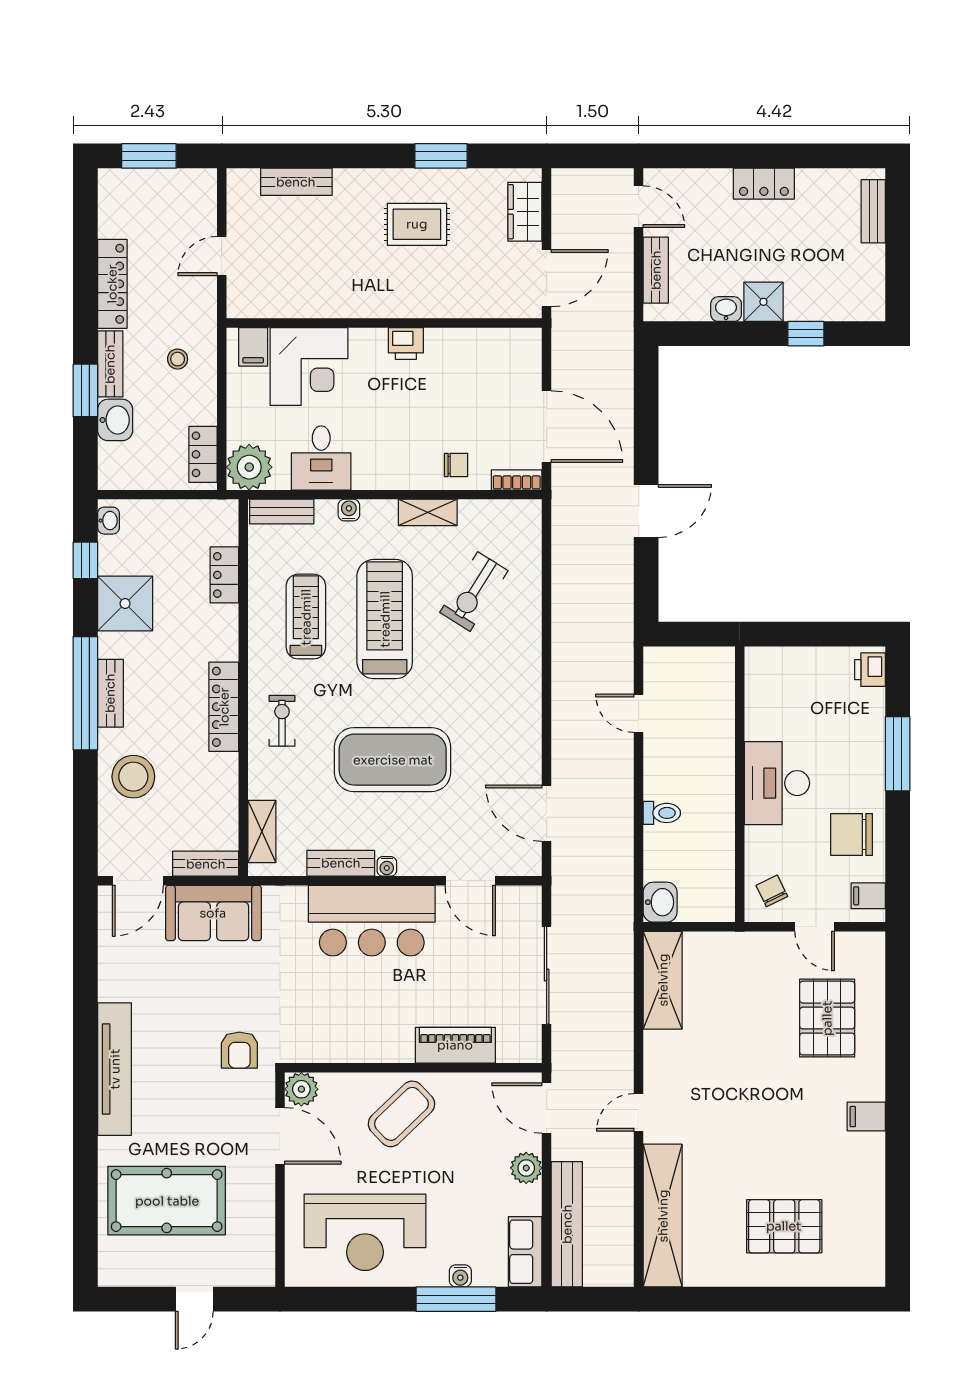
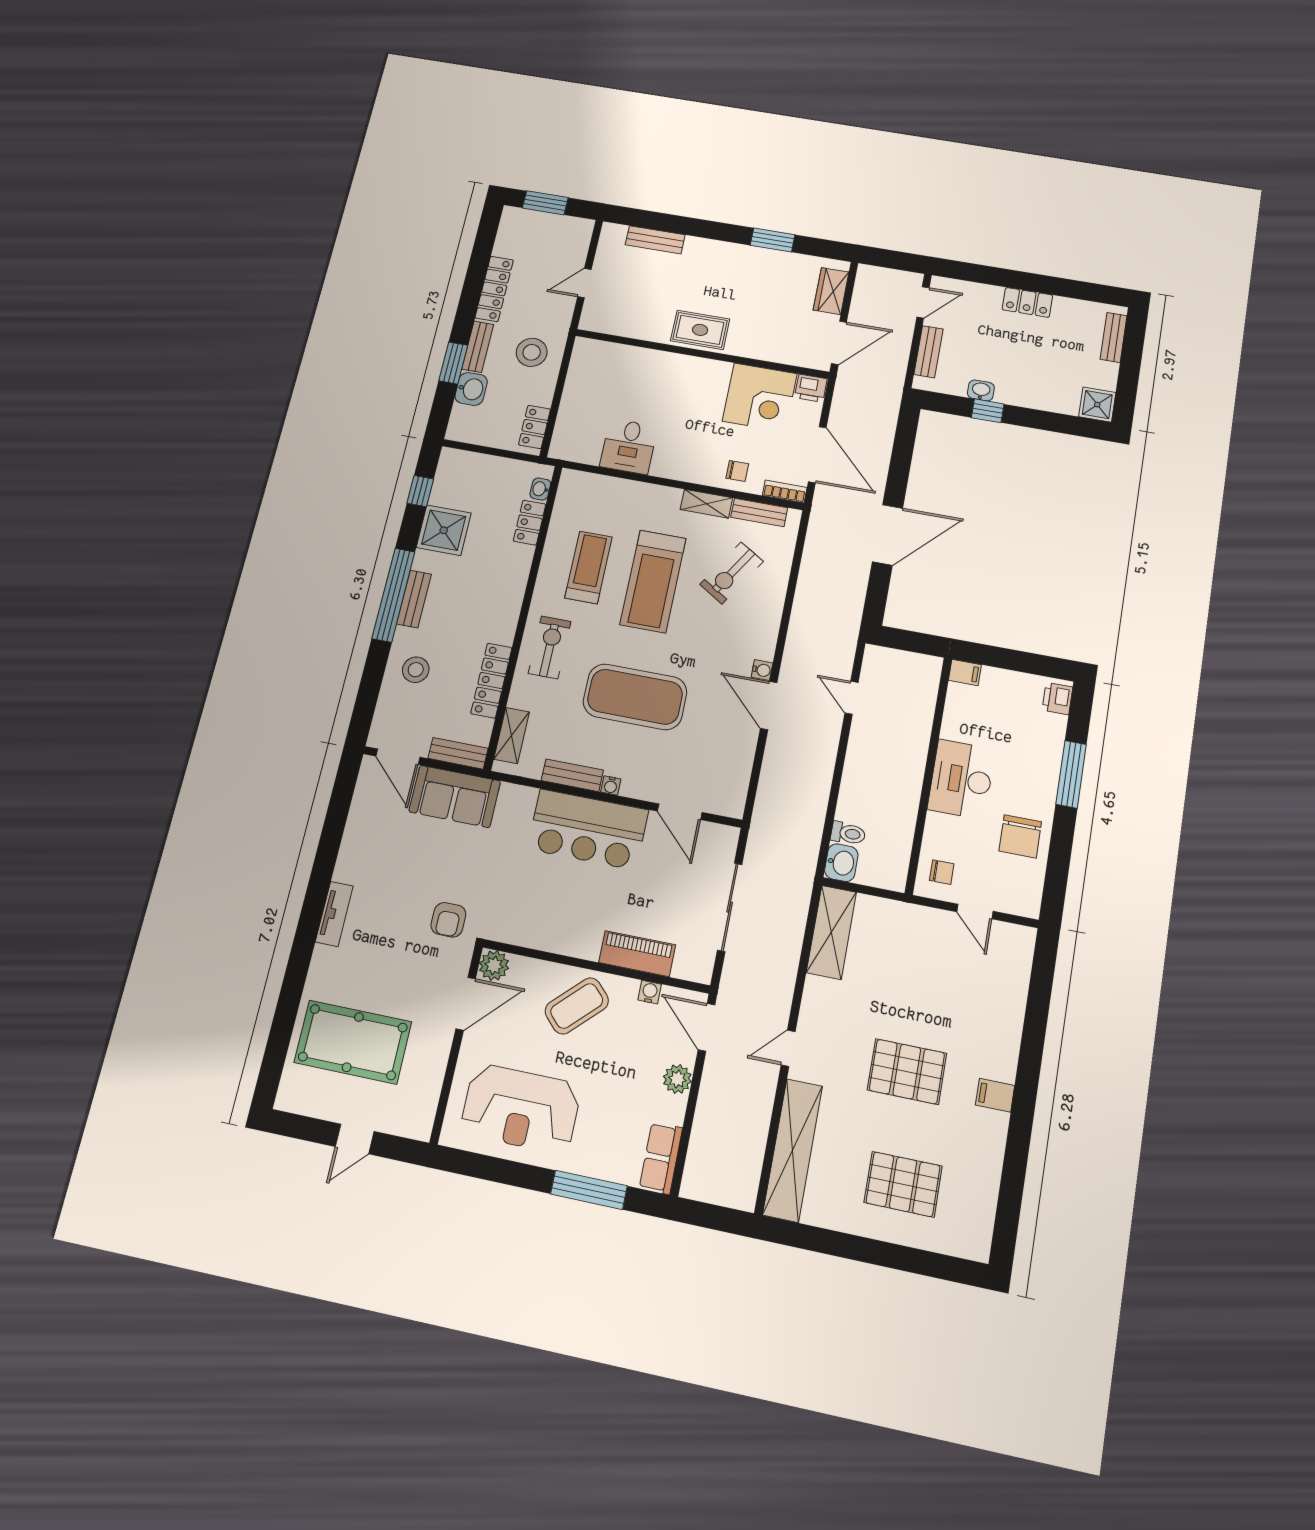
door: (639, 207) -> (923, 302), hinge flipped
rug: (417, 224) -> (700, 330), moved
shower: (763, 302) -> (1097, 405), moved
window: (806, 334) -> (988, 411), moved
printer: (406, 343) -> (811, 388), moved
filing cabinet: (253, 347) -> (593, 354), removed
stool: (178, 359) -> (532, 352), width x1.89, depth x1.89
corner desk: (309, 366) -> (760, 397), moved
plant: (249, 467) -> (569, 443), removed
water cooler: (349, 510) -> (762, 670), moved, turned 90
door: (646, 511) -> (888, 535), width x1.36
bench: (282, 512) -> (759, 512), moved
washbasin: (108, 521) -> (540, 489), moved, turned 180
treadmill: (385, 619) -> (653, 581), turned 180
locker: (224, 707) -> (491, 681), moved
exercise bike: (282, 721) -> (550, 647), width x1.38, depth x1.39
stool: (133, 777) -> (416, 670), width x0.73, depth x0.73
door: (547, 813) -> (769, 706), moved
toilet: (662, 813) -> (848, 833), moved
chair: (852, 834) -> (1020, 836), turned -90
door: (138, 881) -> (398, 757), hinge flipped
chair: (772, 891) -> (942, 872), turned 116
filing cabinet: (868, 896) -> (965, 672), moved, turned 180
pallet: (827, 1018) -> (907, 1072), moved, turned 90
tv unit: (115, 1069) -> (334, 914), width x0.52, depth x0.78
door: (280, 1136) -> (466, 1004), hinge flipped
bench: (567, 1224) -> (704, 1140), removed
water cooler: (460, 1276) -> (650, 992), moved, turned 180

